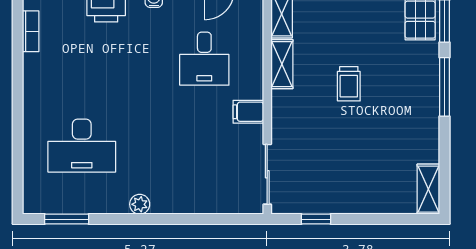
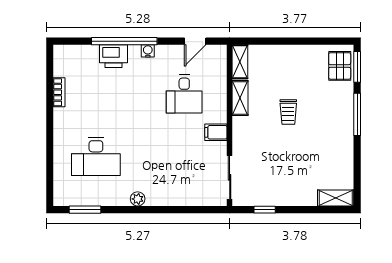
bookcase: (31, 31) -> (59, 92), moved
shelving: (428, 189) -> (336, 198), moved, turned 90

